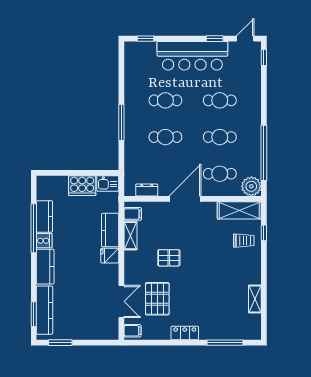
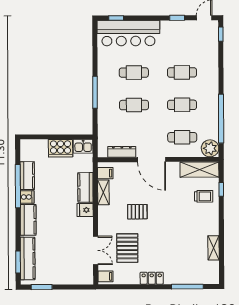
bar counter: (192, 56) -> (128, 33), moved
dresser: (147, 190) -> (122, 152), width x1.44
door: (185, 199) -> (152, 160), swing flipped

